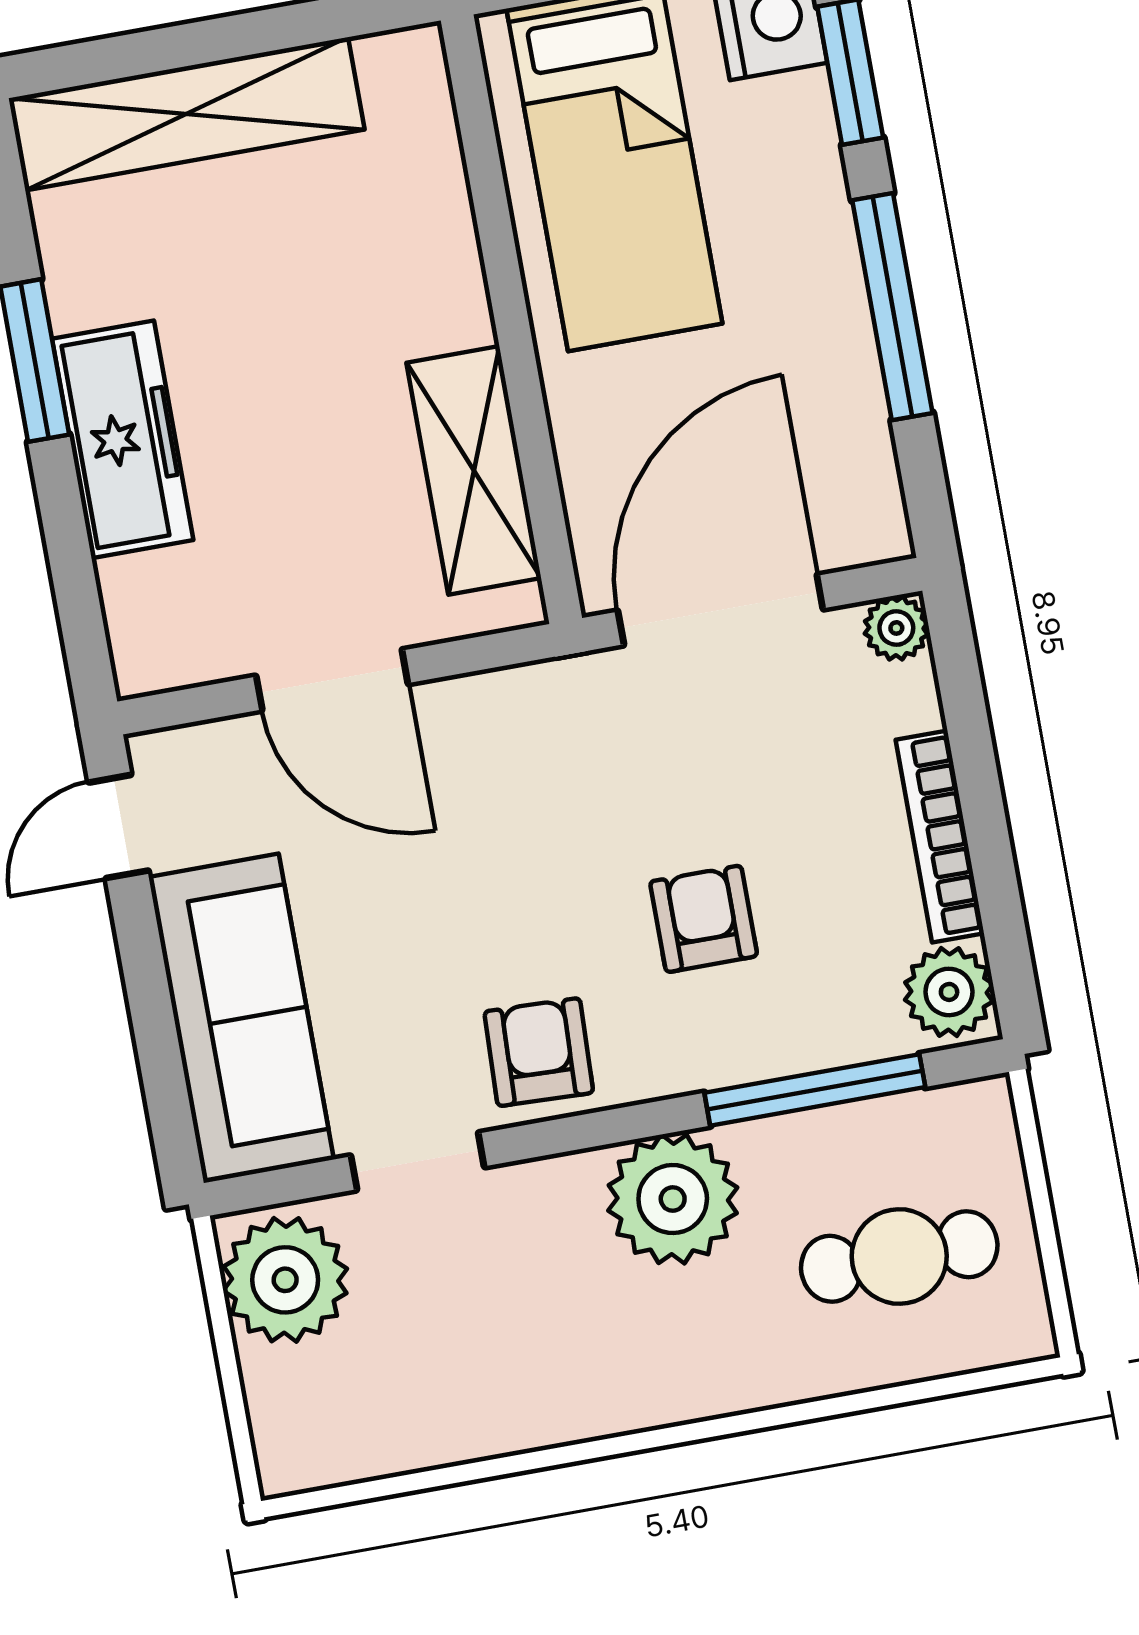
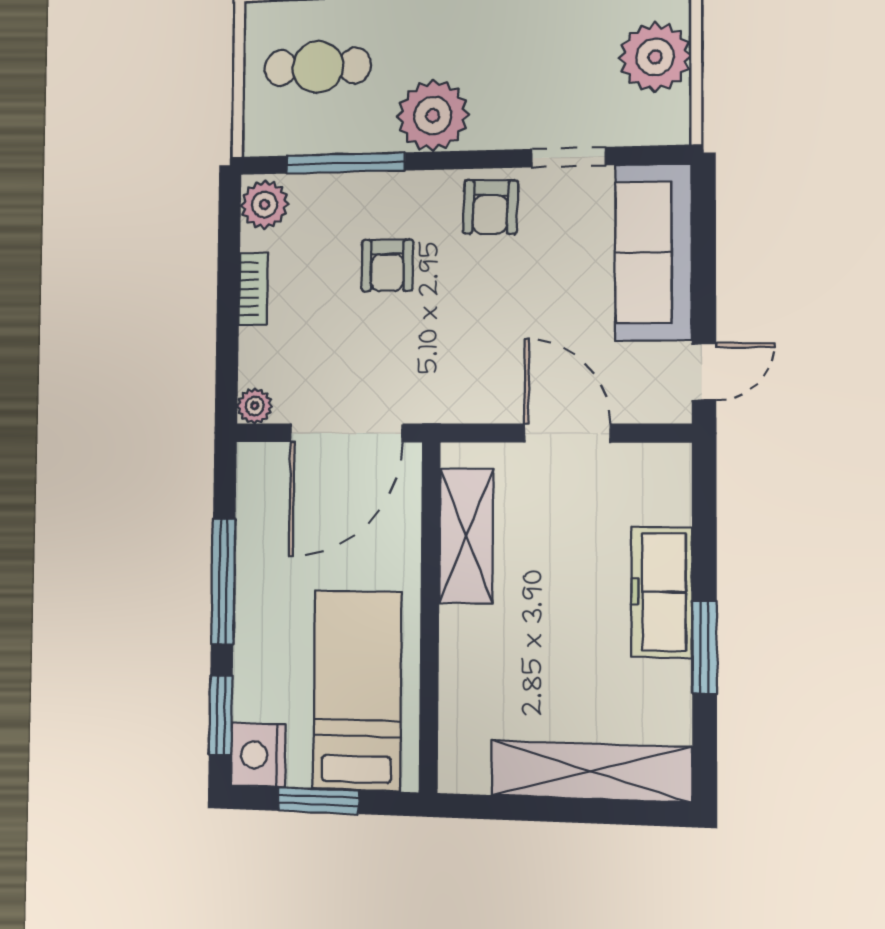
bookcase: (940, 836) -> (253, 289), width x0.64
plant: (285, 1280) -> (655, 57), moved

